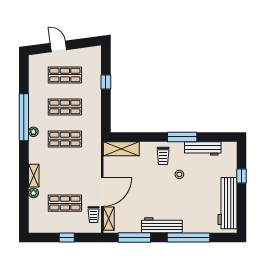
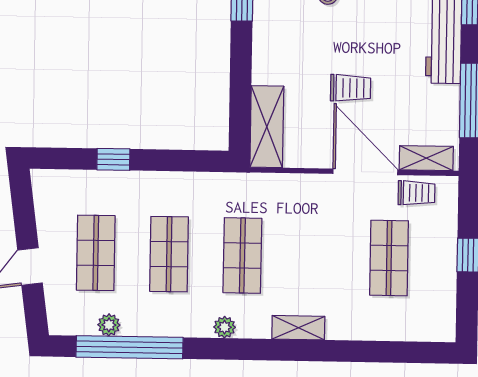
window: (24, 117) -> (130, 347), moved
trolley: (163, 156) -> (351, 88), moved
shelving: (34, 176) -> (298, 328), moved
plant: (34, 193) -> (109, 325), moved

